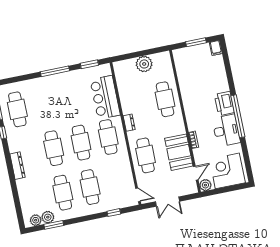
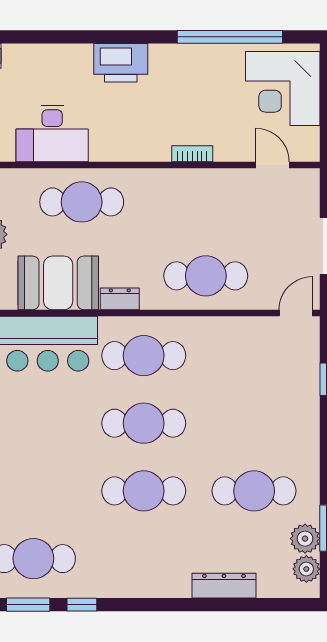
window: (238, 116) -> (230, 37), moved
desk: (226, 130) -> (52, 133), moved, turned 180
booth: (179, 152) -> (58, 283), moved
dresser: (18, 166) -> (224, 586), moved
plant: (205, 185) -> (306, 148), removed
cafe table: (90, 187) -> (254, 423), removed

